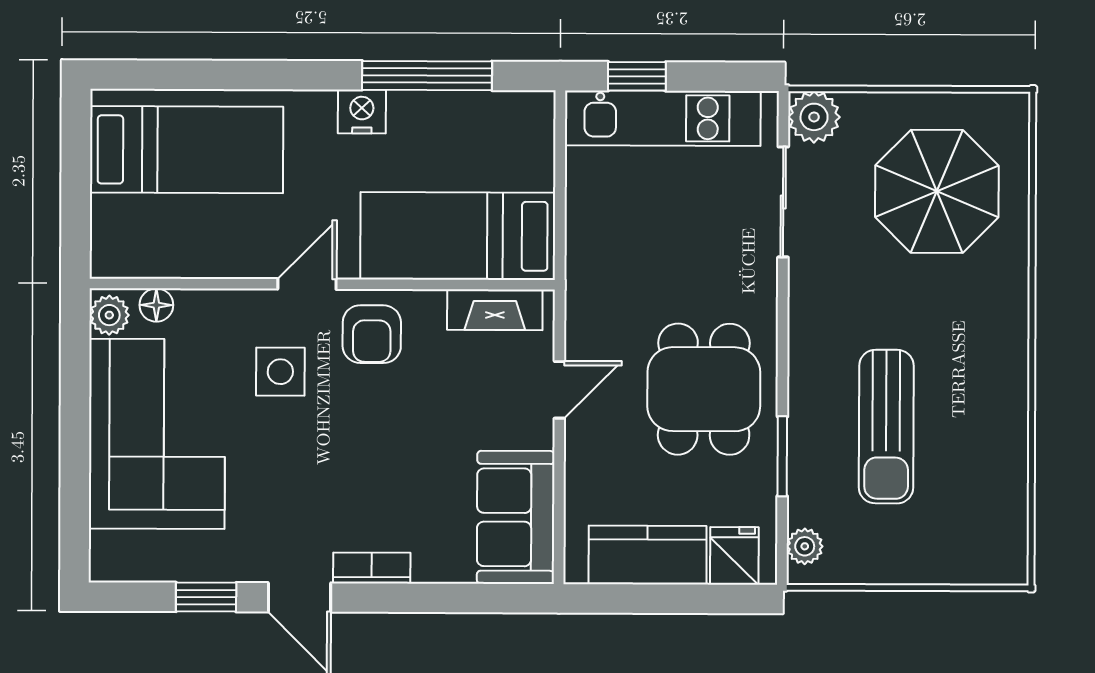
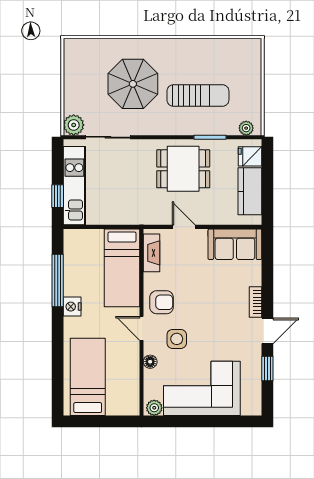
parasol: (937, 191) -> (133, 84), moved
floor lamp: (156, 305) -> (150, 362), moved

